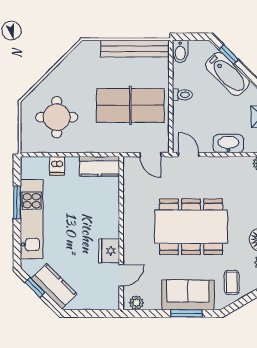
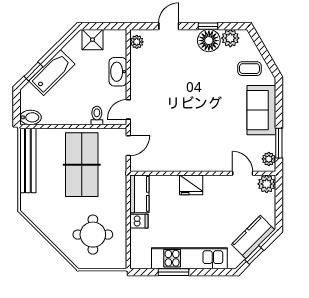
toilet: (182, 95) -> (97, 115), moved
dishwasher: (57, 166) -> (139, 221), moved
dining table: (191, 227) -> (197, 107), removed
fridge: (109, 251) -> (191, 185), moved
plant: (110, 300) -> (267, 184), added
window: (186, 313) -> (279, 143), moved

